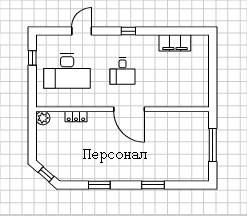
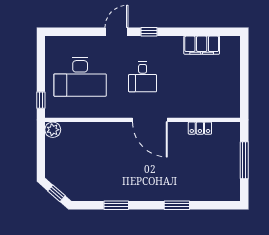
door: (82, 31) -> (116, 32), moved
window: (32, 58) -> (41, 100), moved
locker: (76, 117) -> (200, 128), moved

